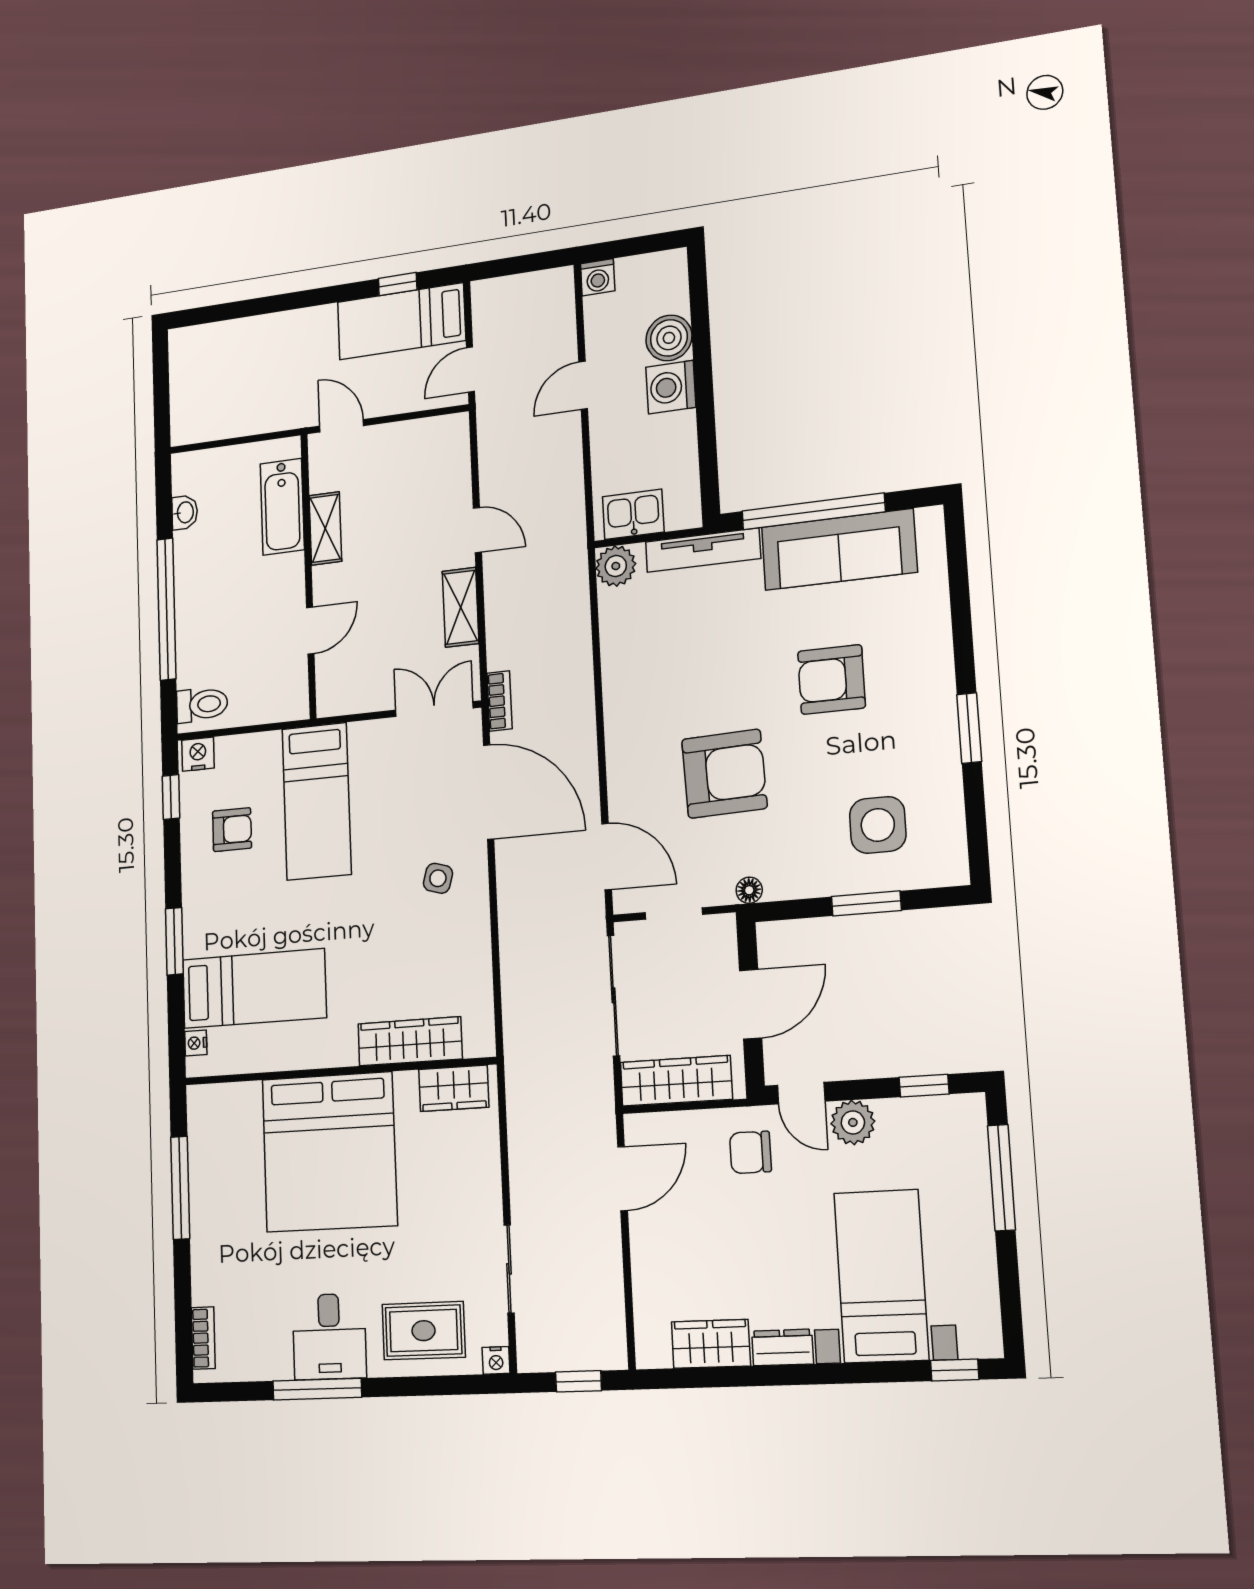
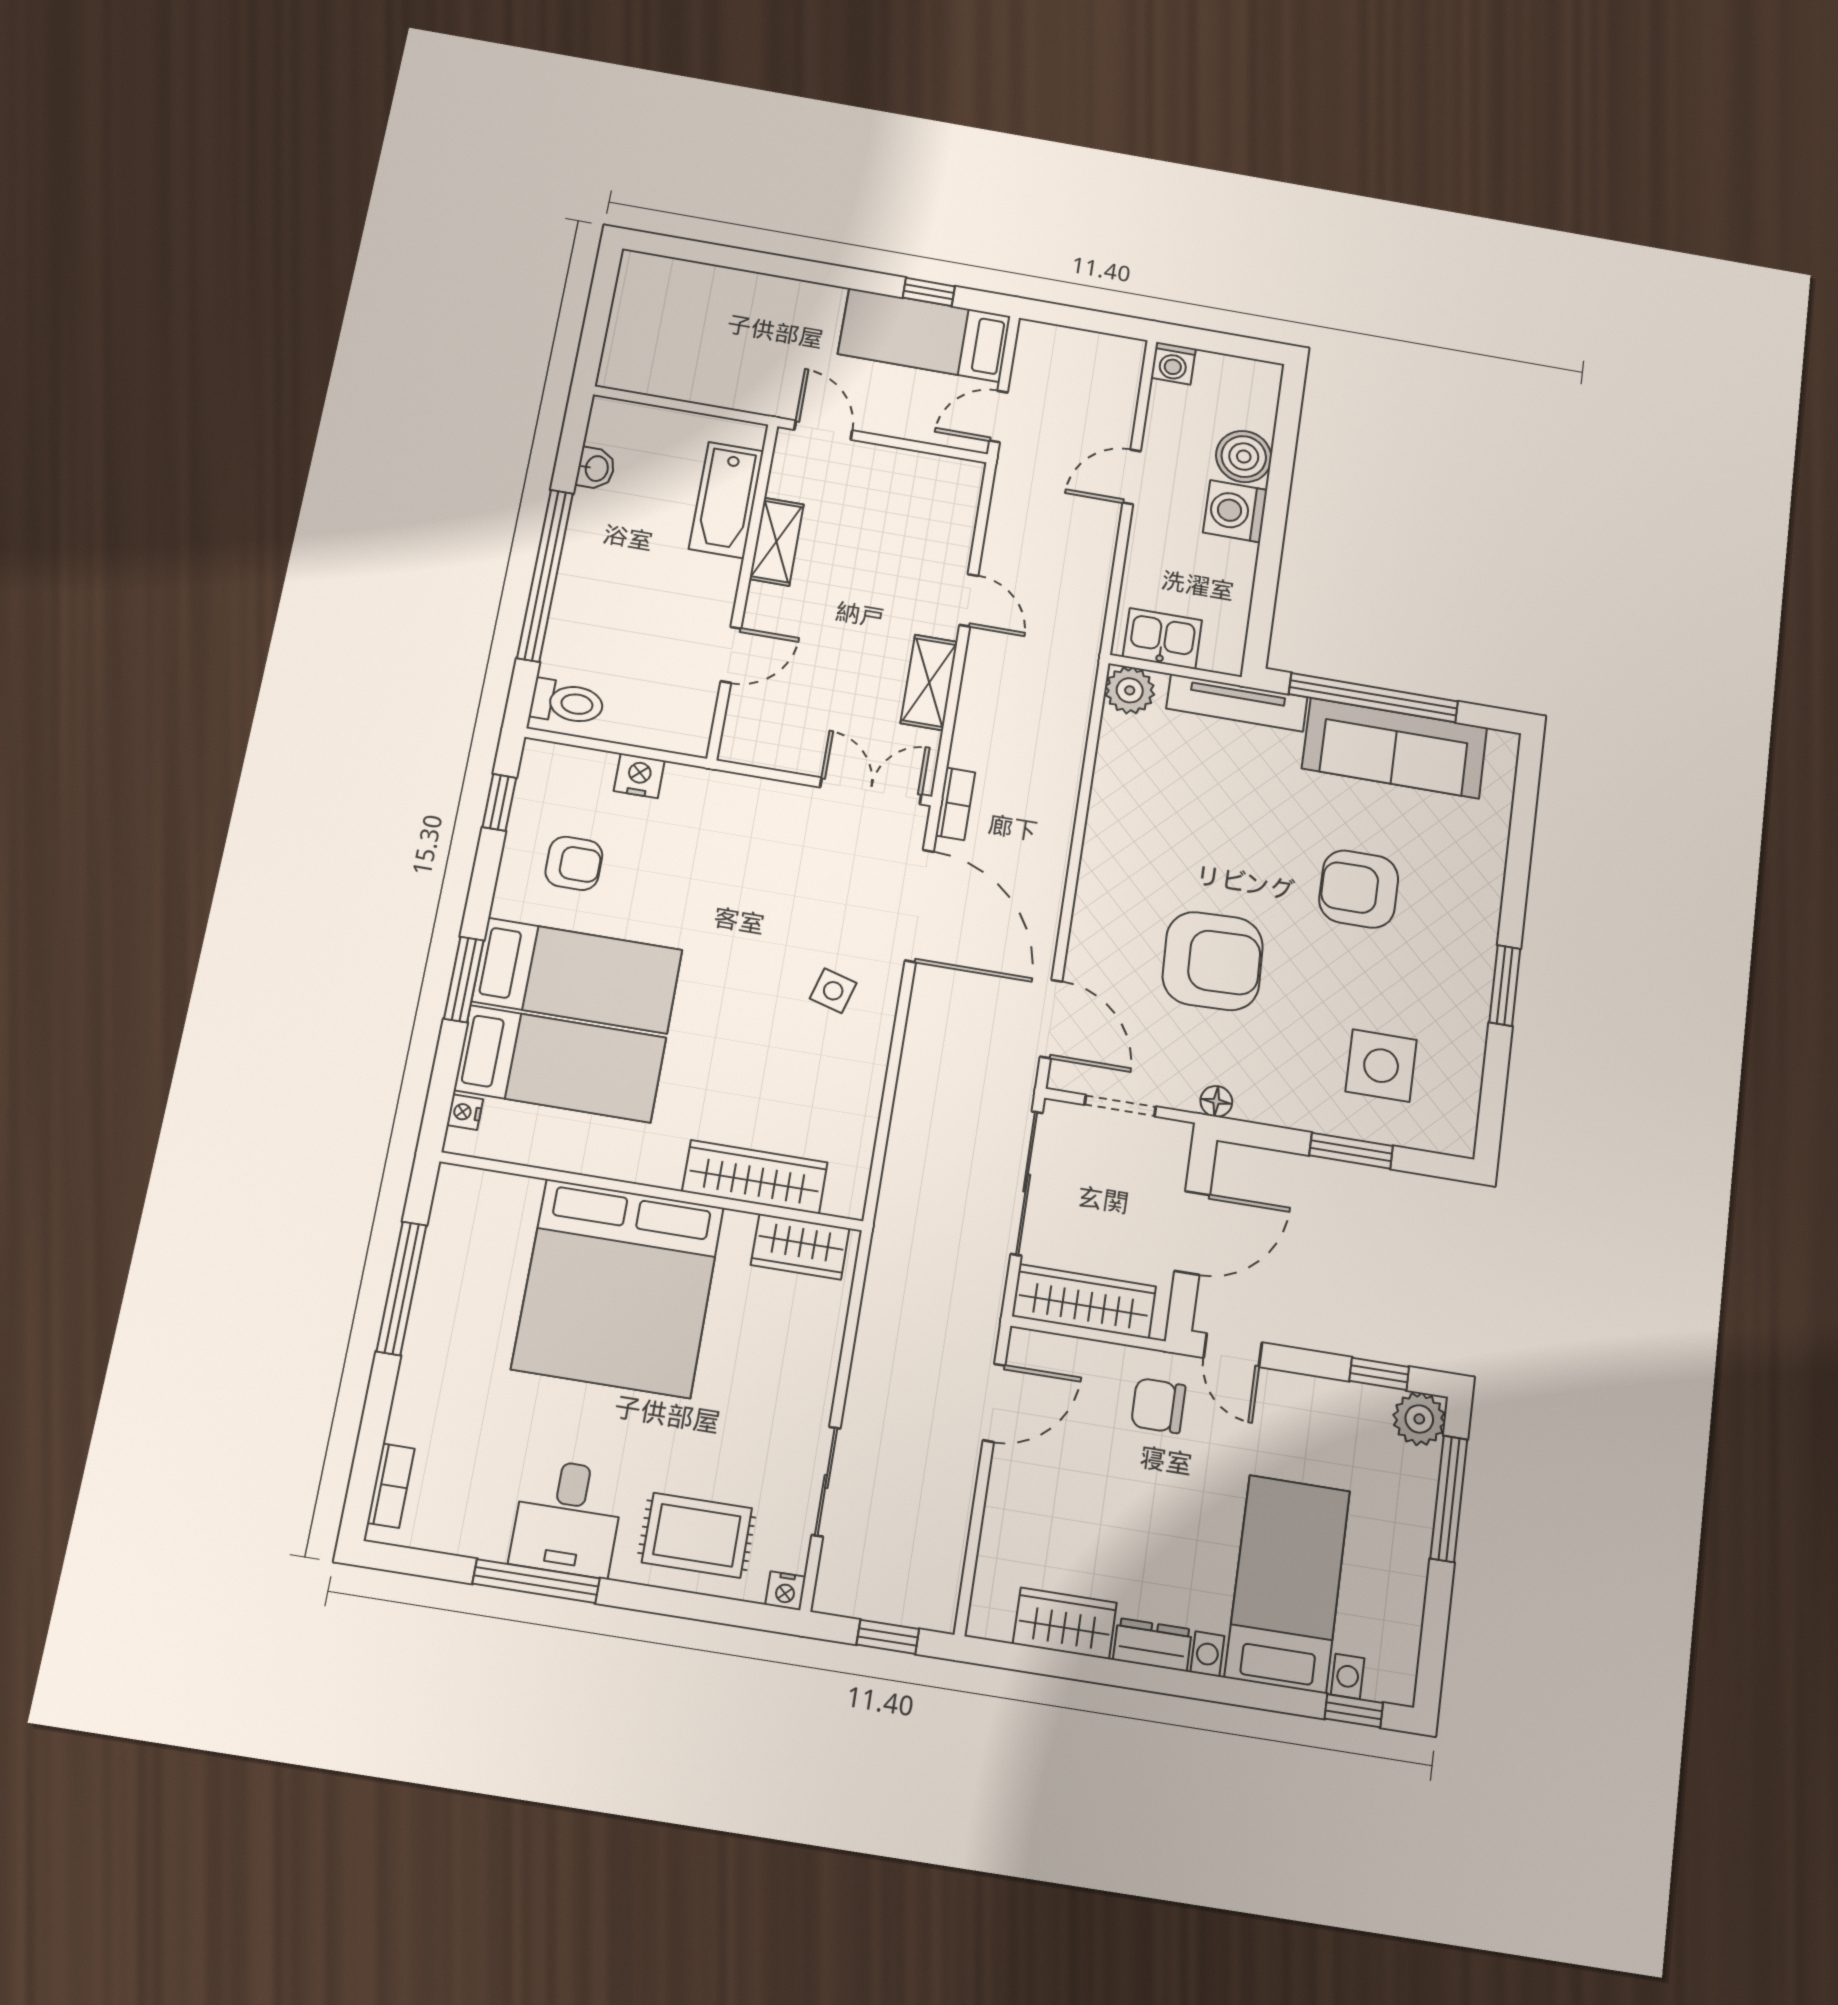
nightstand: (198, 754) -> (639, 776), moved
bed: (317, 801) -> (577, 976), moved, turned -90
plant: (853, 1122) -> (1419, 1419), moved

